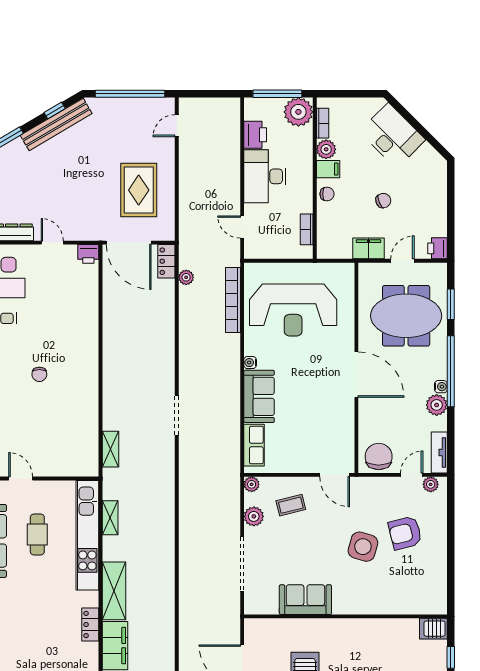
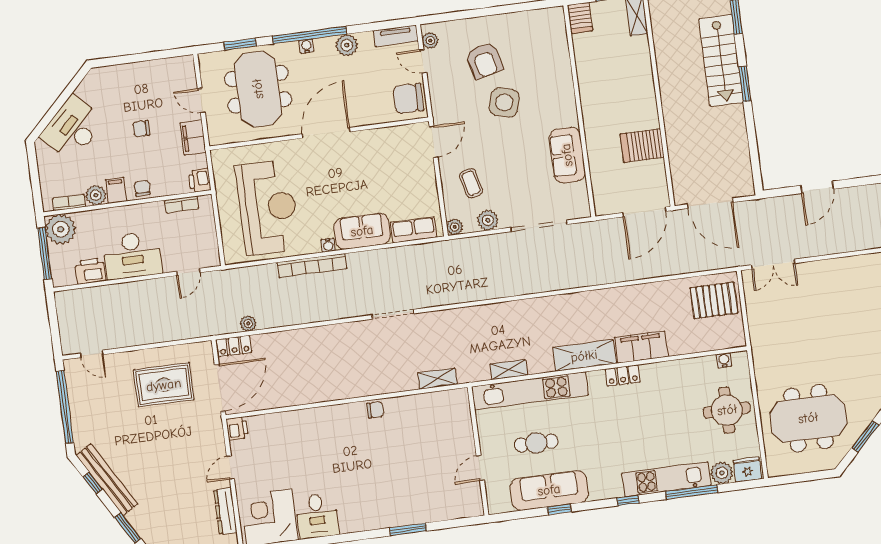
chair: (383, 201) -> (141, 129), turned -68
printer: (438, 248) -> (200, 180), moved, turned 90
bookcase: (233, 300) -> (312, 265), moved
chair: (39, 374) -> (375, 410), moved
water cooler: (441, 387) -> (306, 46), moved

